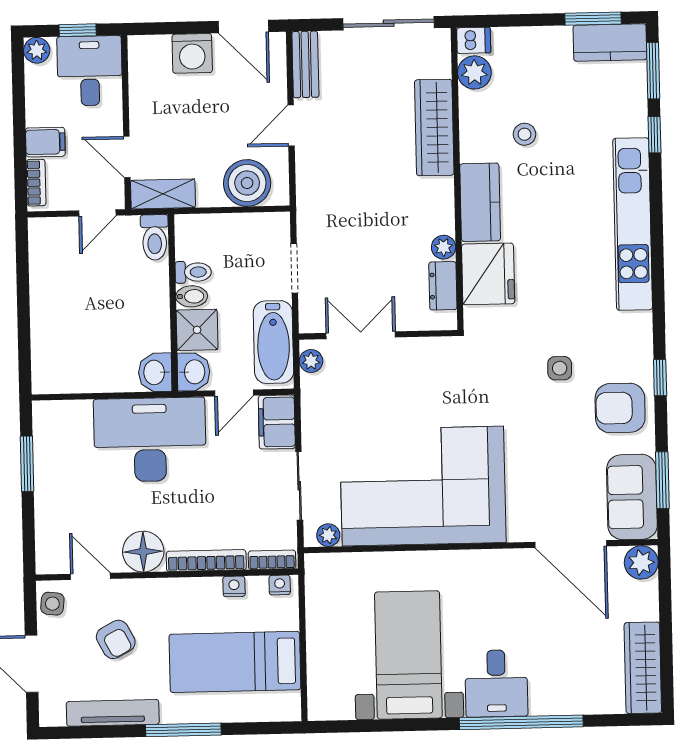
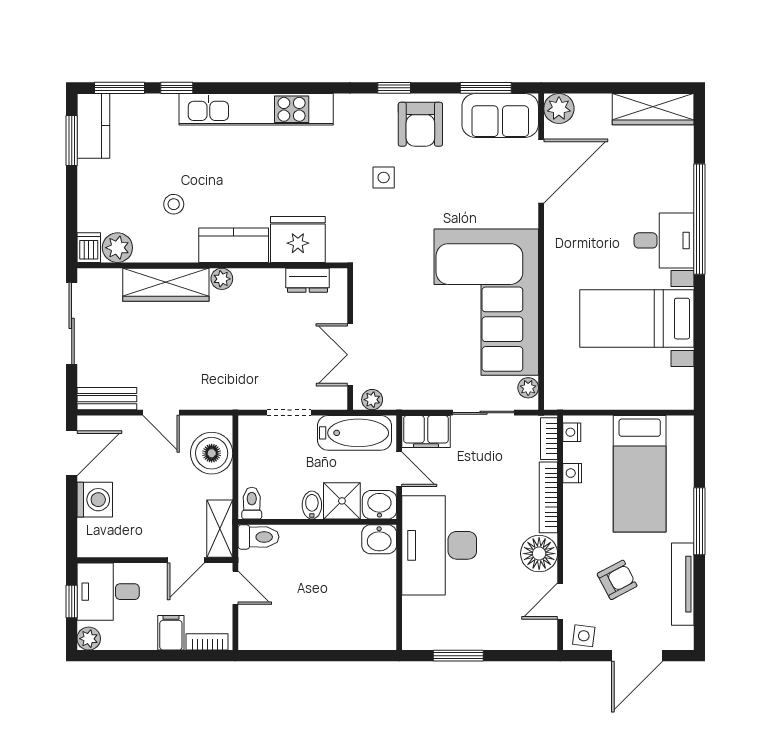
plant: (444, 247) -> (222, 279), moved
toilet: (193, 272) -> (252, 503), moved

